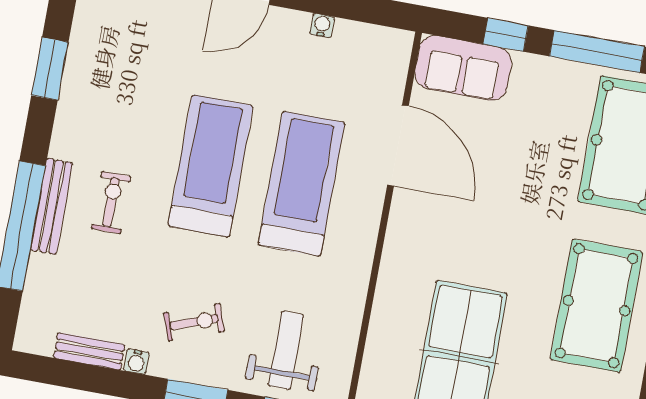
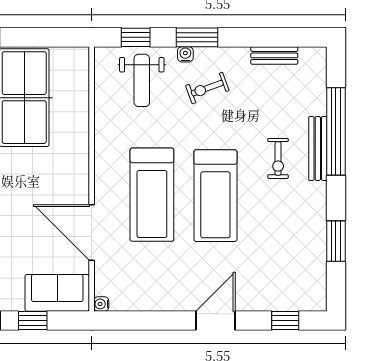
water cooler: (322, 26) -> (101, 304), moved, turned 90
water cooler: (136, 362) -> (185, 54), moved

